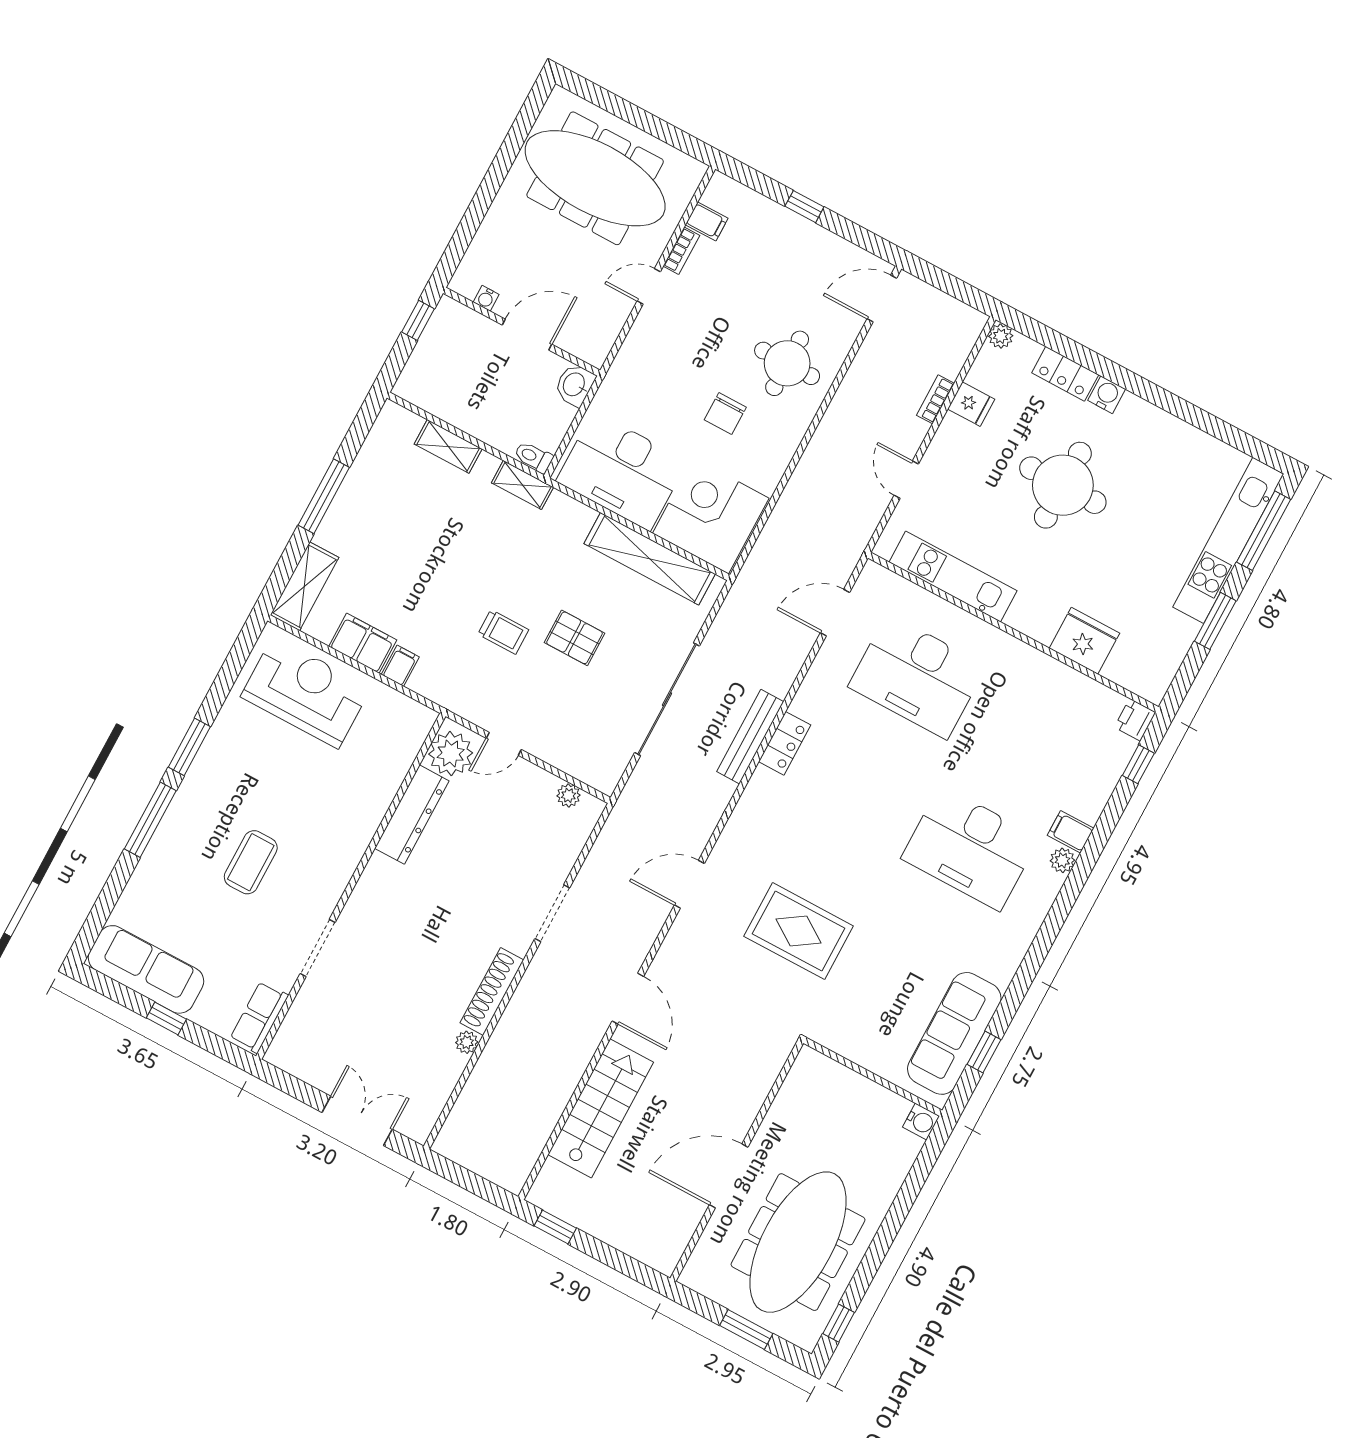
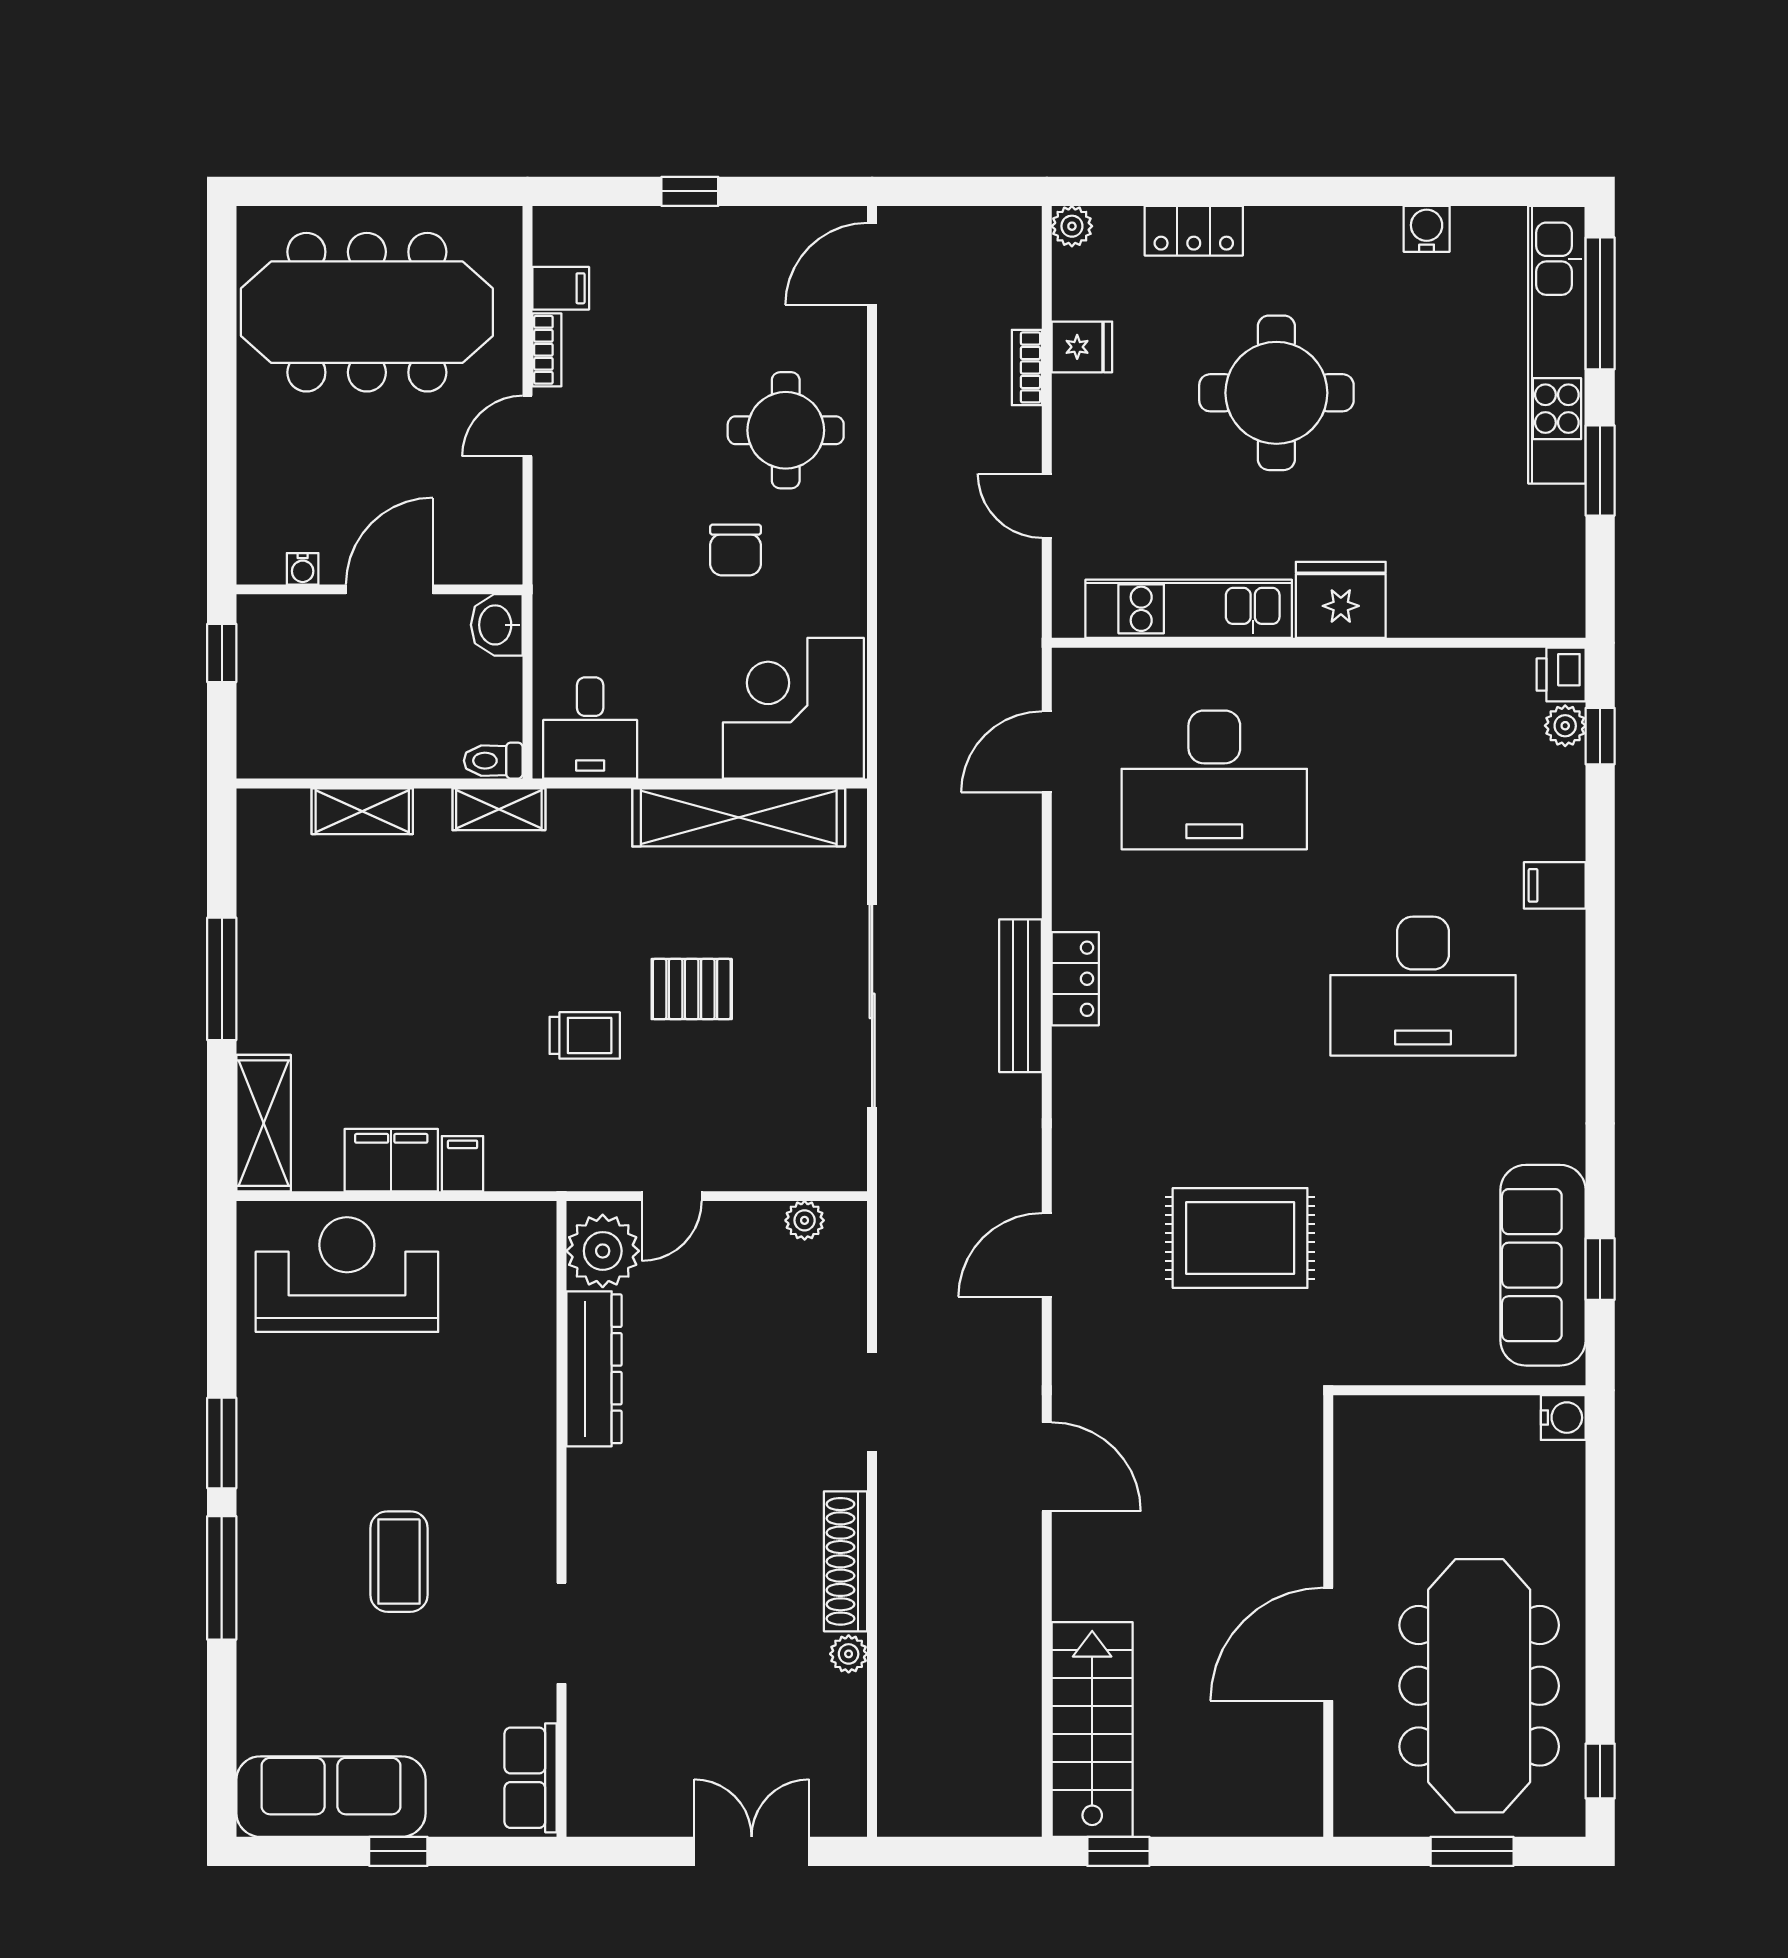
water cooler: (1107, 395) -> (1427, 229), moved
desk: (622, 471) -> (590, 728), width x0.53, depth x0.77
fridge: (1085, 641) -> (1341, 600), moved
plant: (1062, 860) -> (1565, 726), moved
stairs: (601, 1108) -> (1092, 1729), moved

